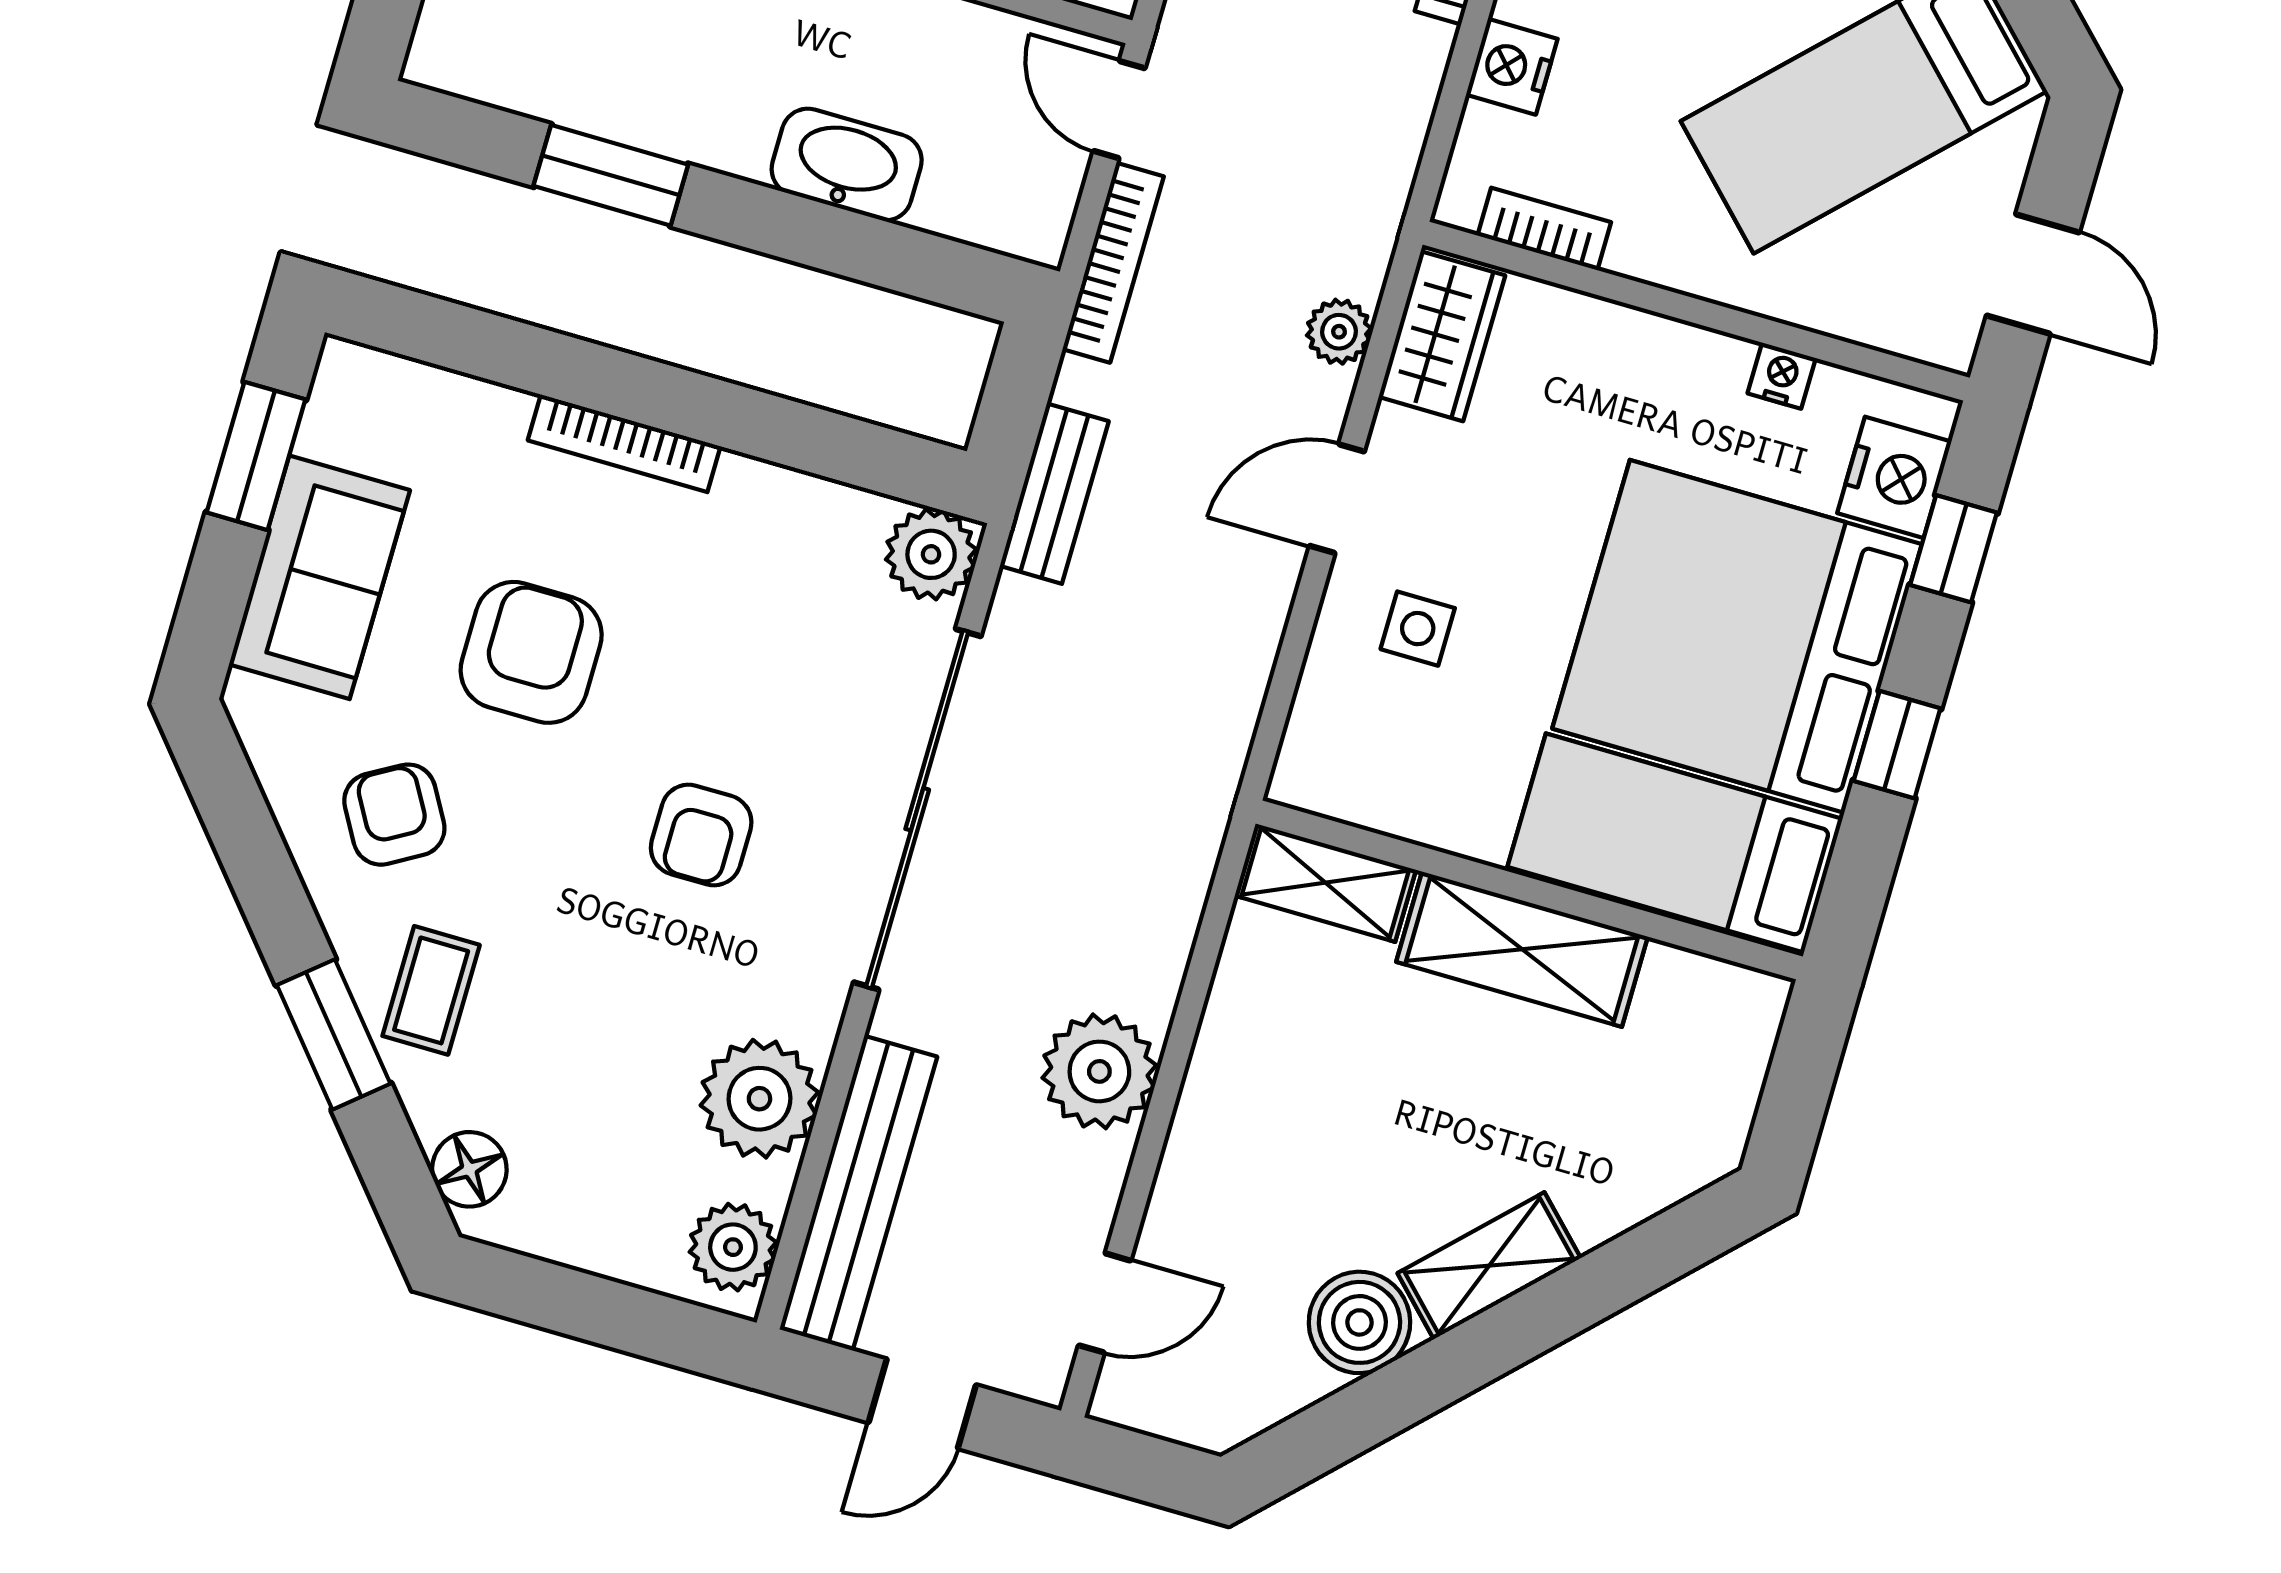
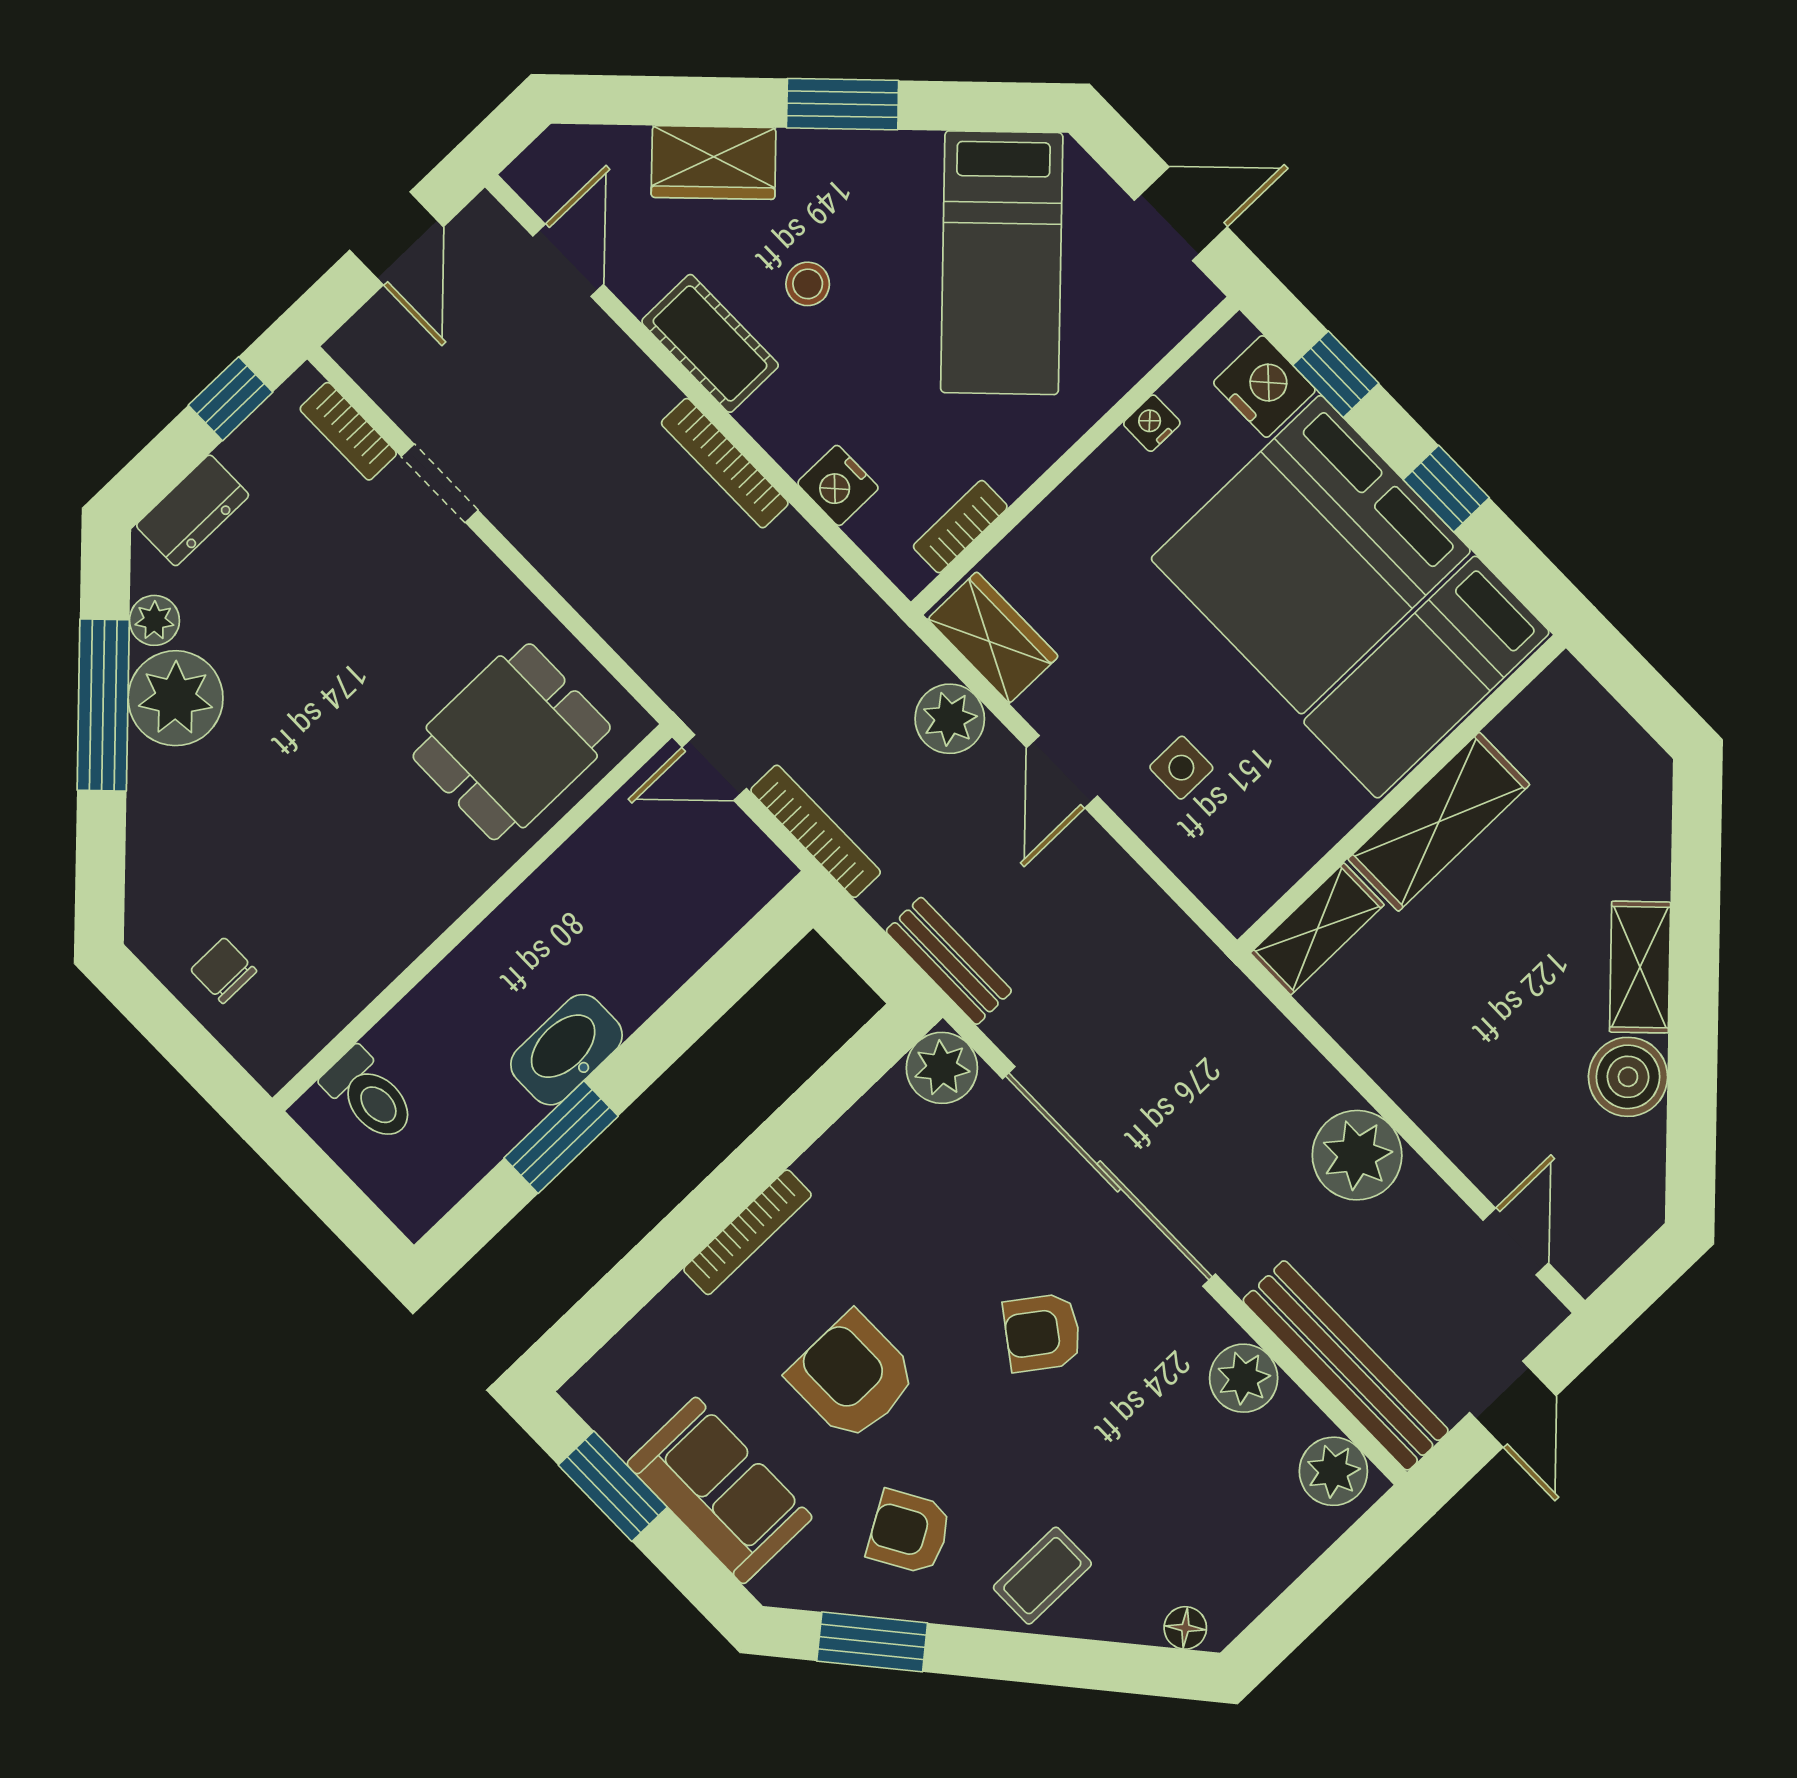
washbasin: (847, 165) -> (566, 1050), moved
plant: (1339, 332) -> (950, 719), width x1.38, depth x1.38
armchair: (701, 835) -> (1042, 1333), turned 126
coffee table: (431, 990) -> (1042, 1576), turned 90
window: (334, 1034) -> (872, 1642), moved
plant: (759, 1099) -> (1244, 1378), width x0.73, depth x0.73
floor lamp: (469, 1169) -> (1185, 1628), width x0.73, depth x0.73

